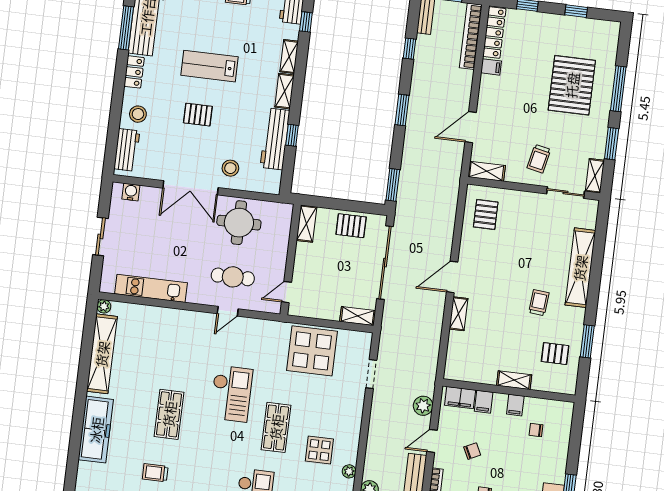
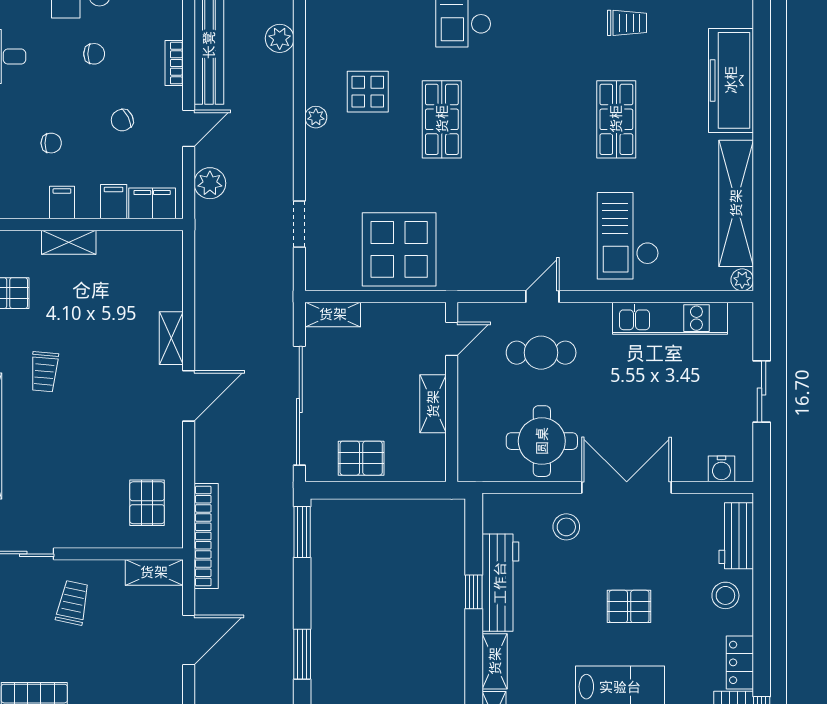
bookcase: (452, 190) -> (206, 536), added
shelving: (307, 224) -> (433, 404), moved
checkout: (231, 394) -> (628, 236), moved
chair: (536, 430) -> (51, 143), moved
plant: (349, 471) -> (316, 117), moved

